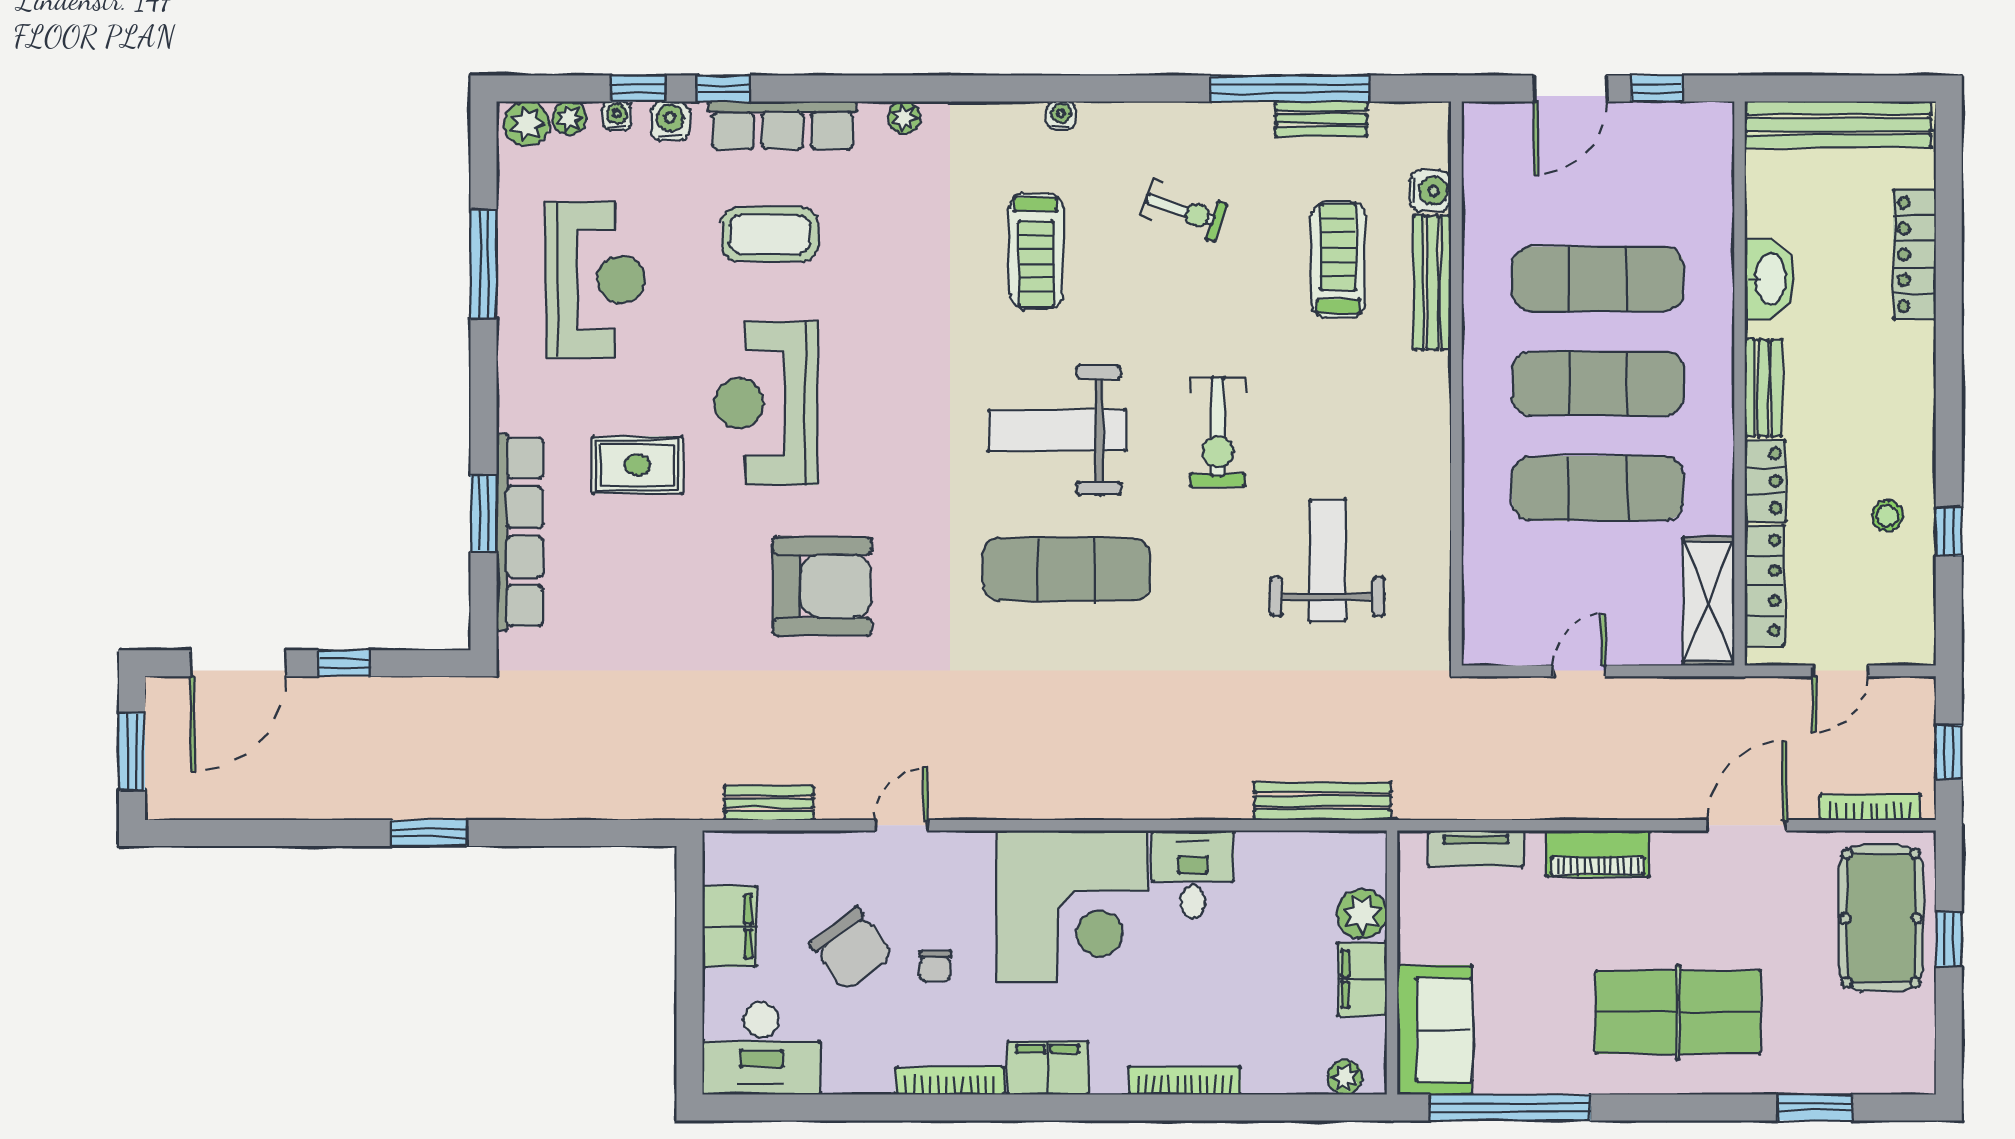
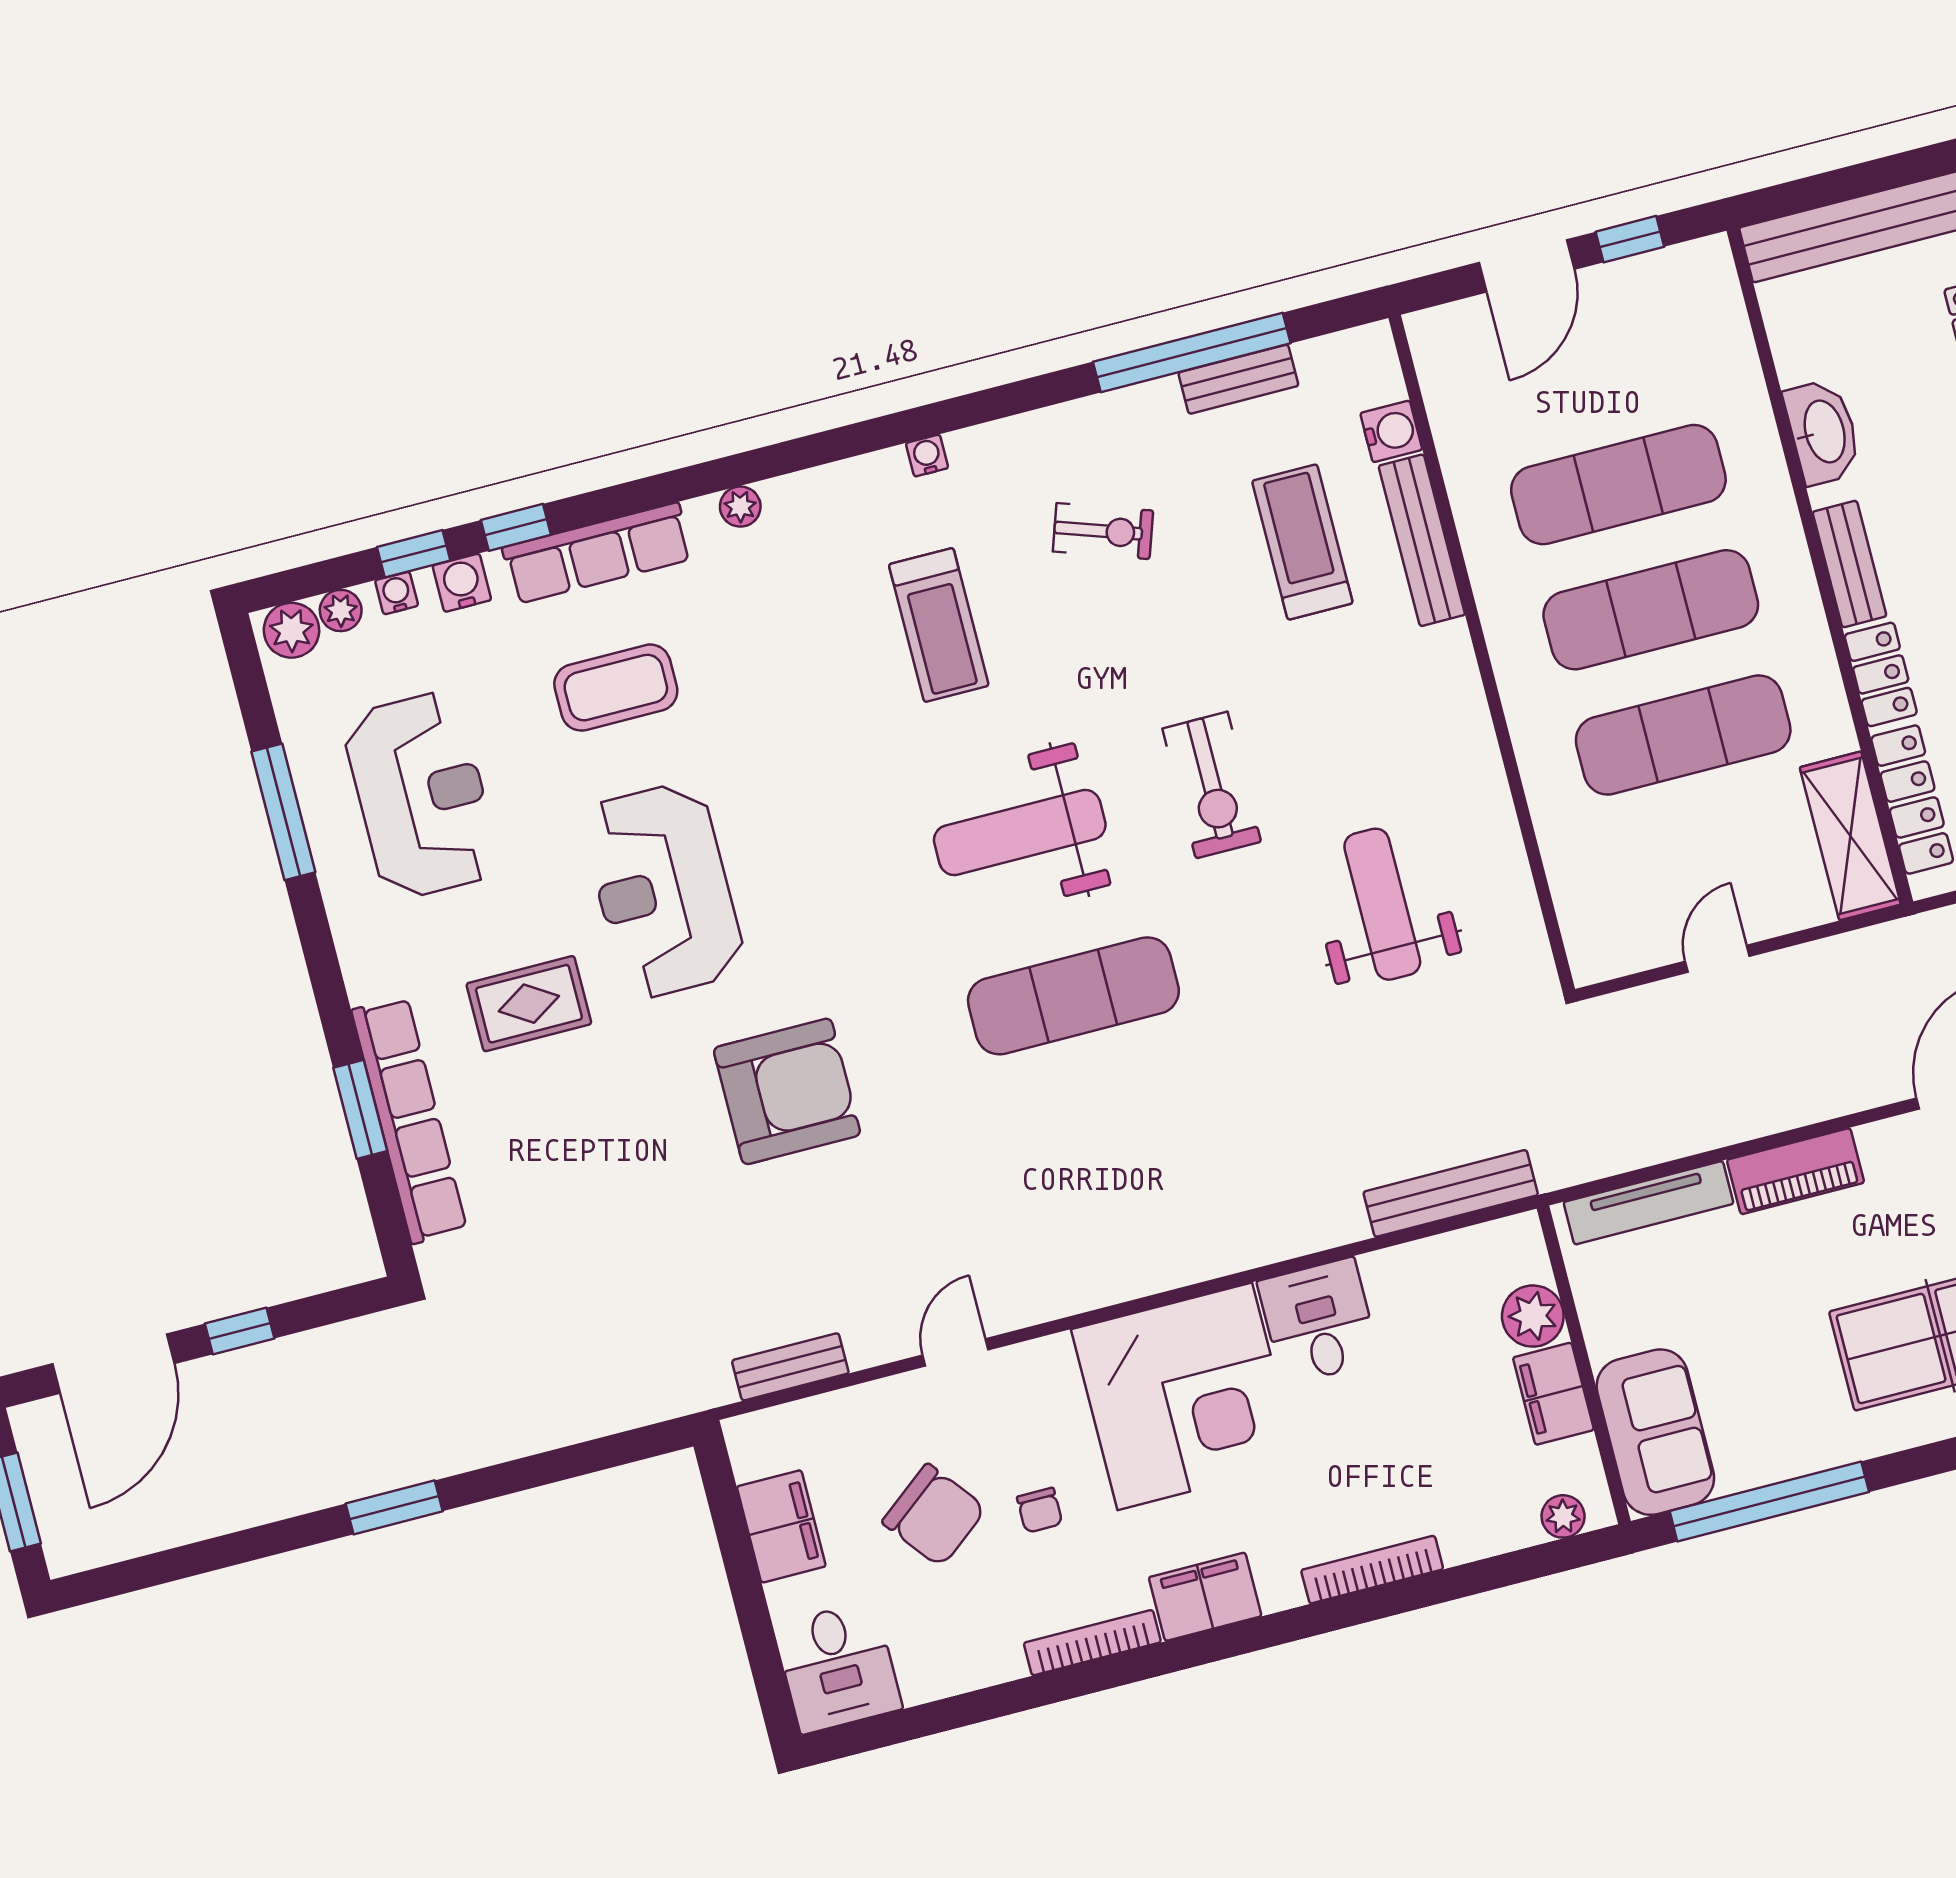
tv unit: (1476, 849) -> (1649, 1203), width x1.41
desk: (761, 1048) -> (838, 1667), width x0.73

